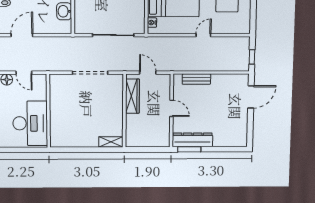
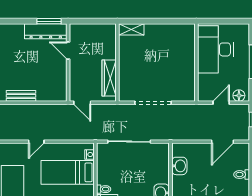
door: (24, 73) -> (221, 103), hinge flipped
door: (148, 73) -> (82, 103), moved
bench: (196, 79) -> (21, 96), moved
door: (172, 108) -> (68, 51), moved

